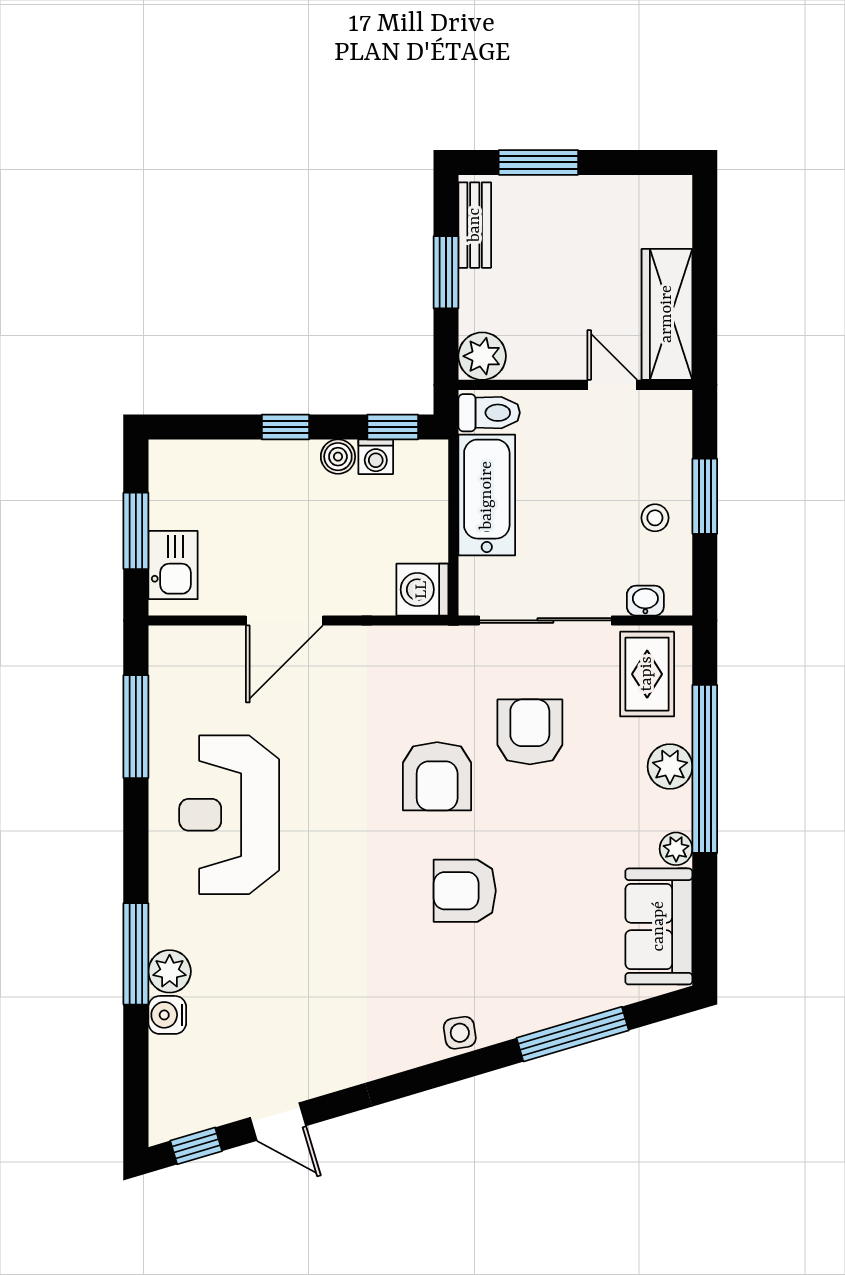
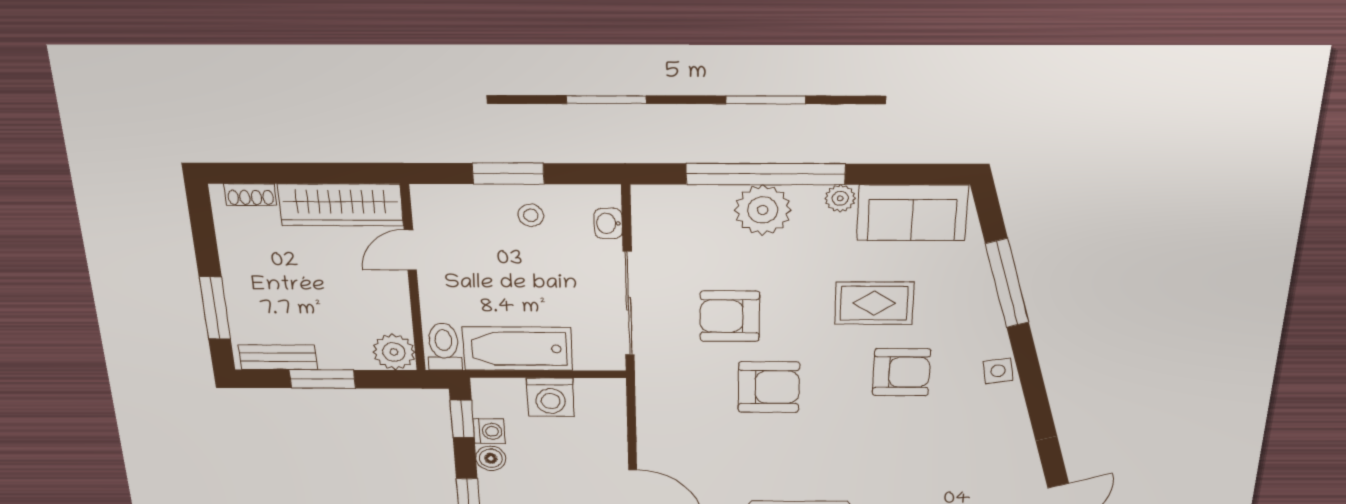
shoe rack: (679, 219) -> (250, 195), added
washing machine: (422, 590) -> (550, 397), moved
rug: (647, 674) -> (874, 303), moved
plant: (670, 767) -> (763, 210), width x1.36, depth x1.36
armchair: (465, 891) -> (901, 372), moved, turned -90

